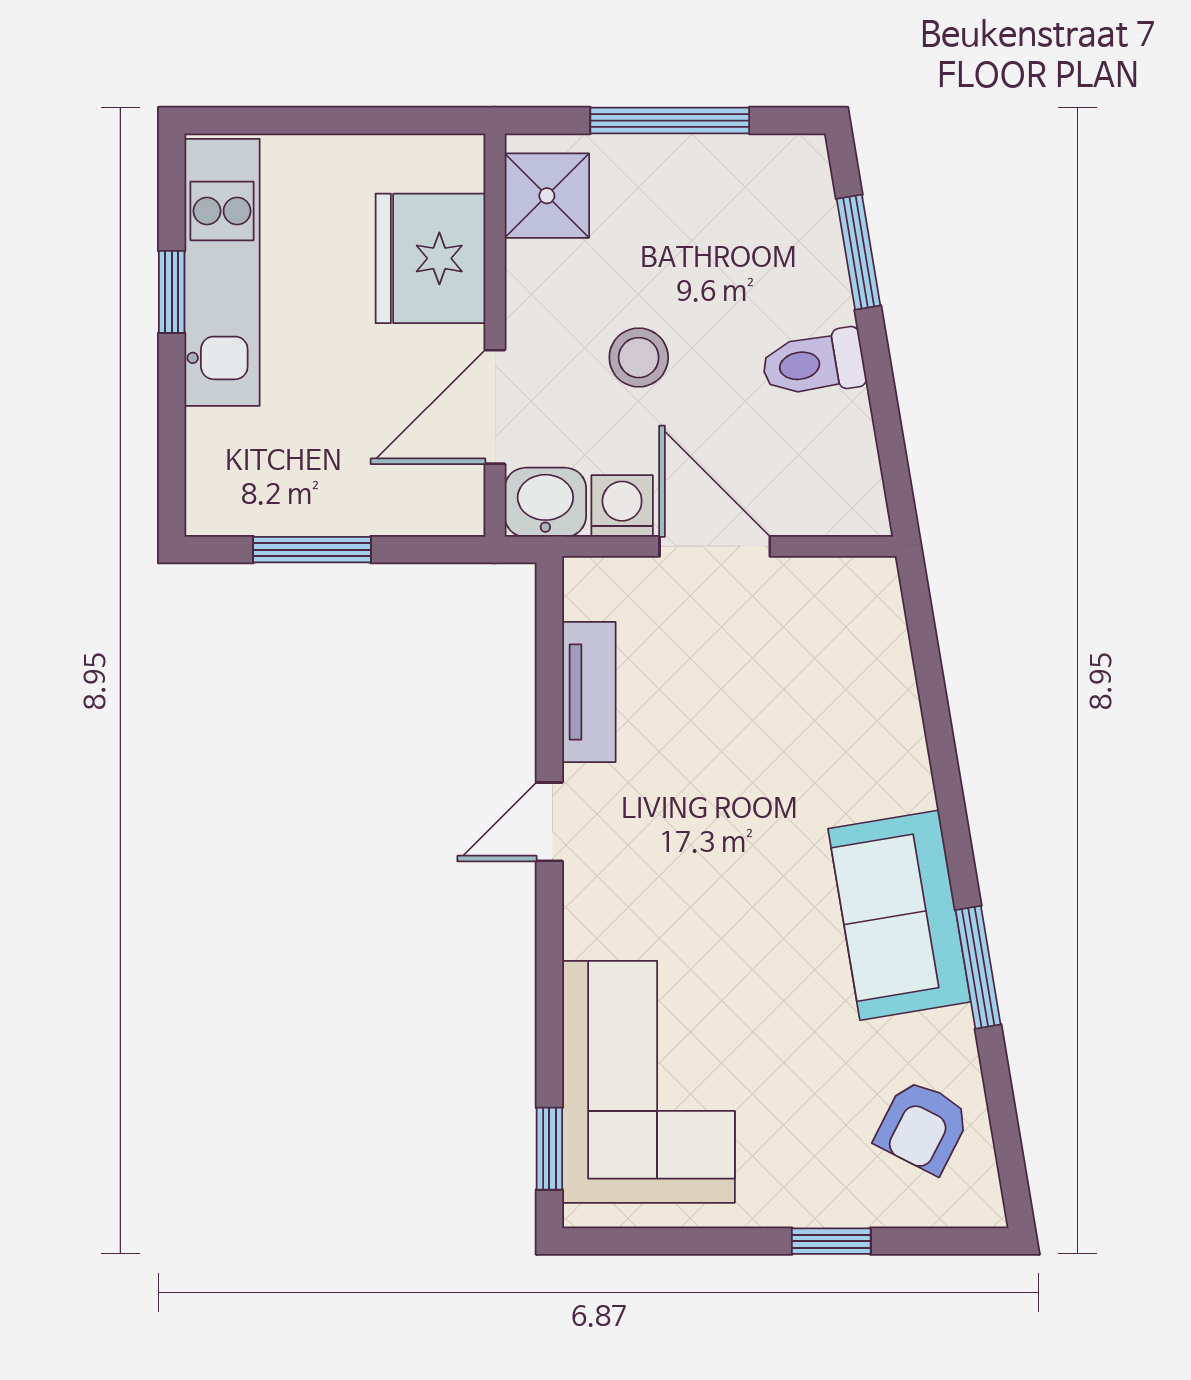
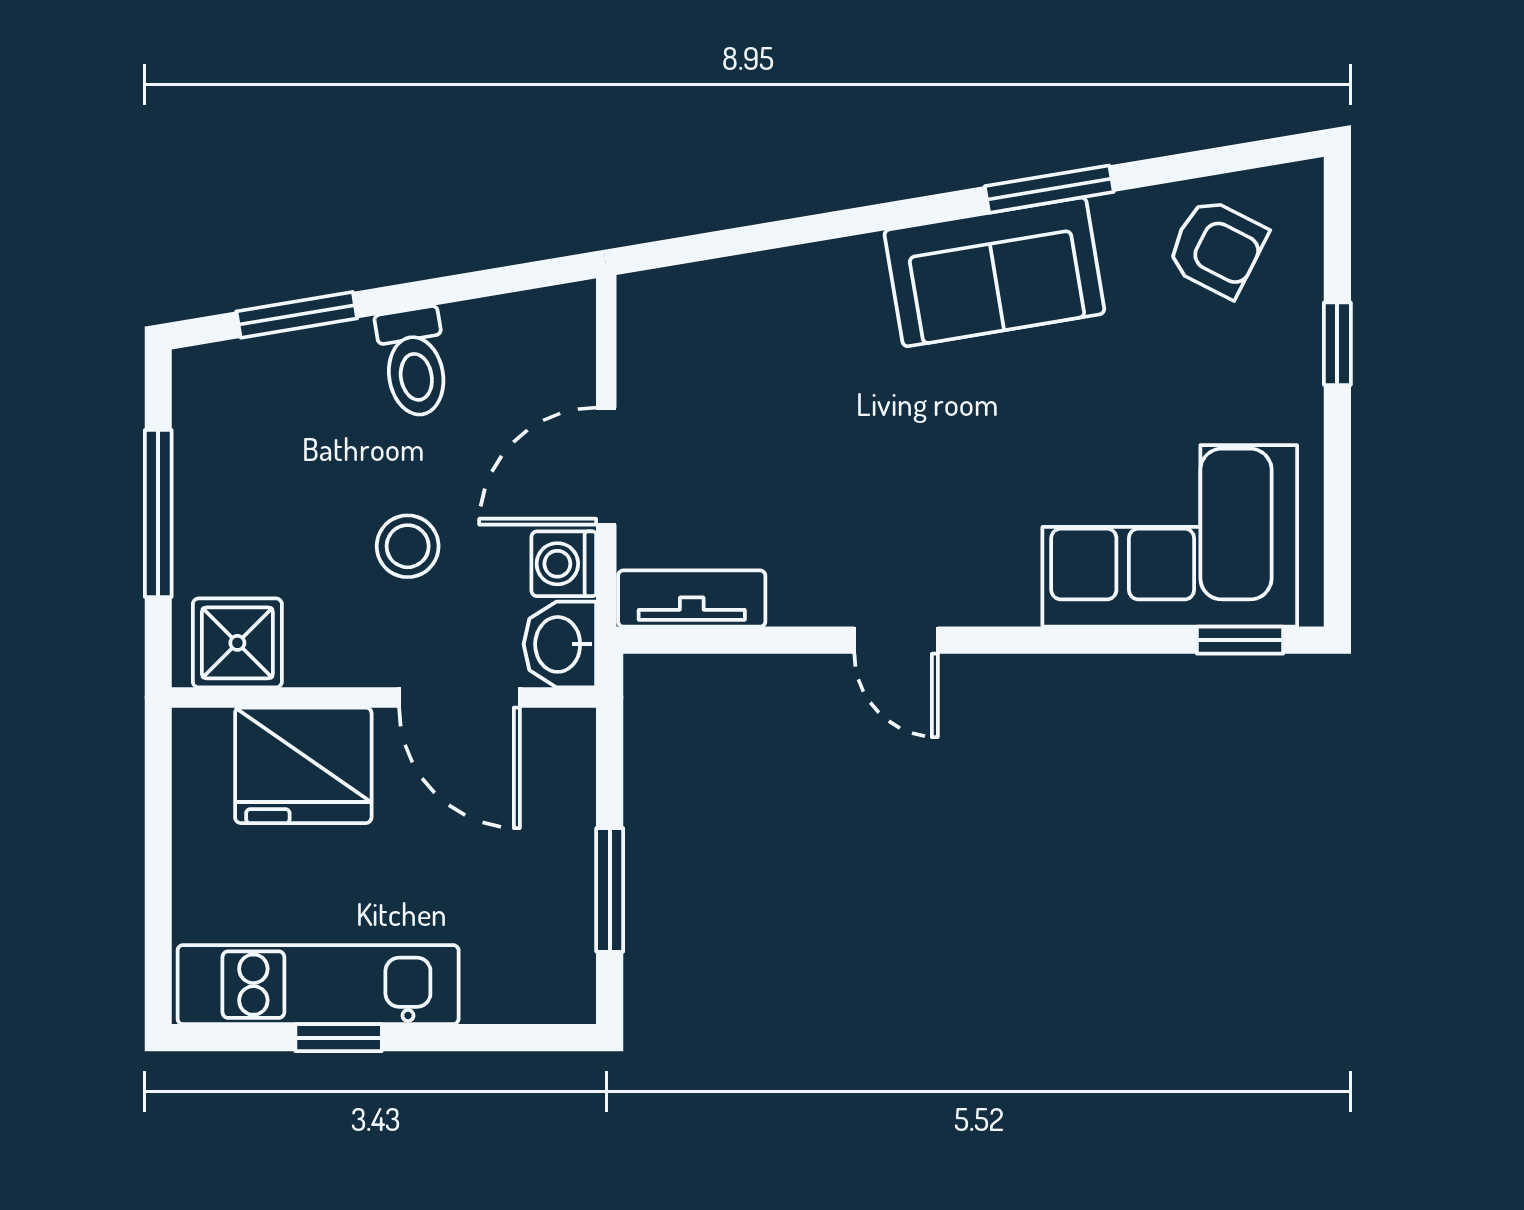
tv unit: (589, 692) -> (692, 599), moved

